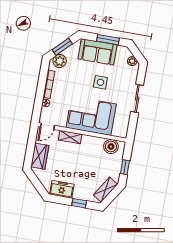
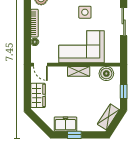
door: (47, 126) -> (40, 65), hinge flipped
shelving: (70, 137) -> (79, 71), moved
window: (79, 203) -> (74, 135), moved

